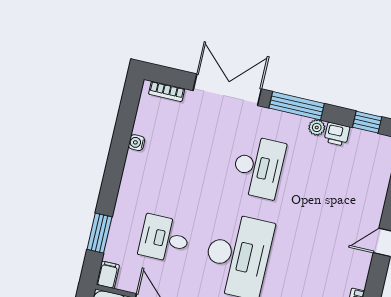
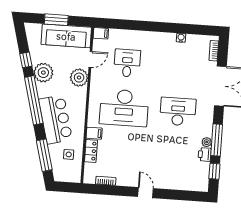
window: (297, 106) -> (217, 140), moved
desk: (258, 167) -> (178, 112), turned 180
window: (99, 233) -> (124, 24), removed

